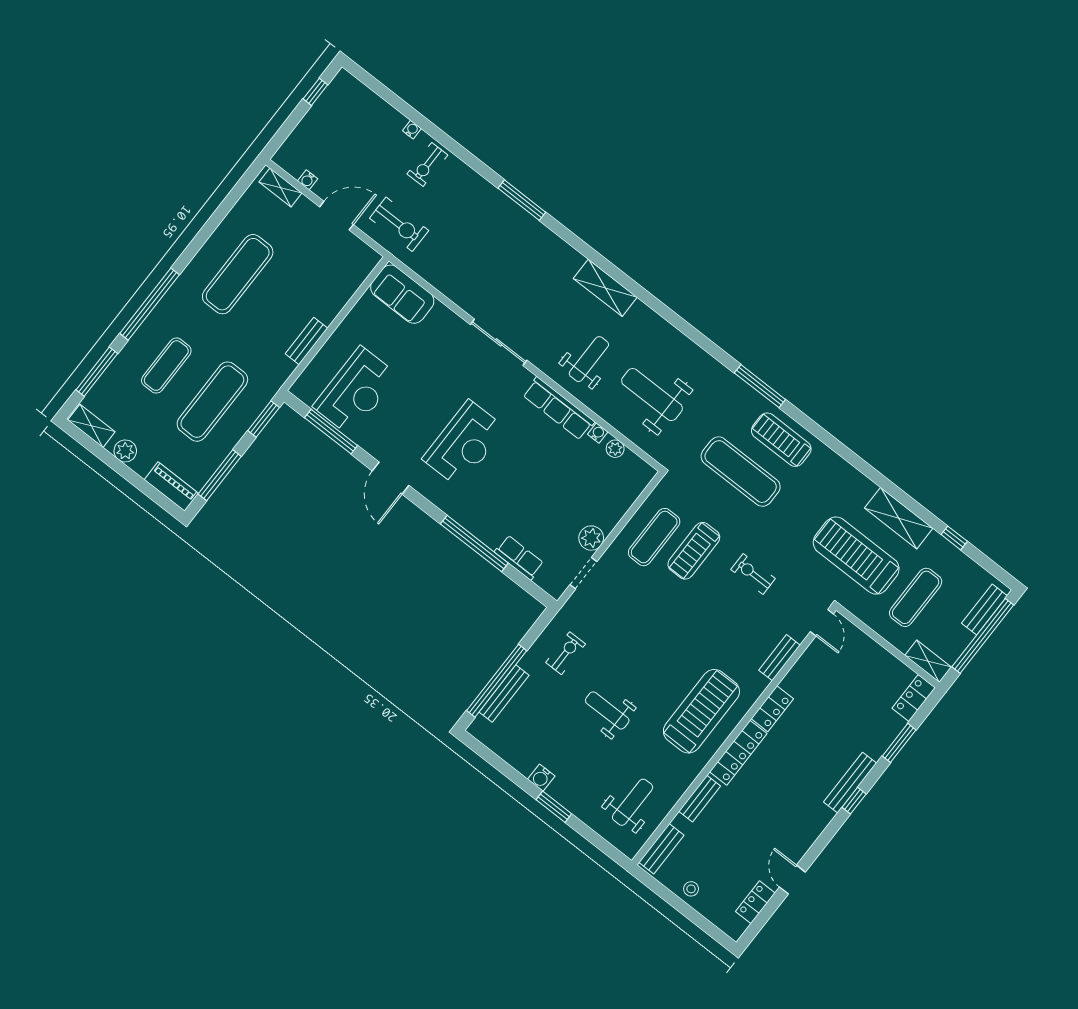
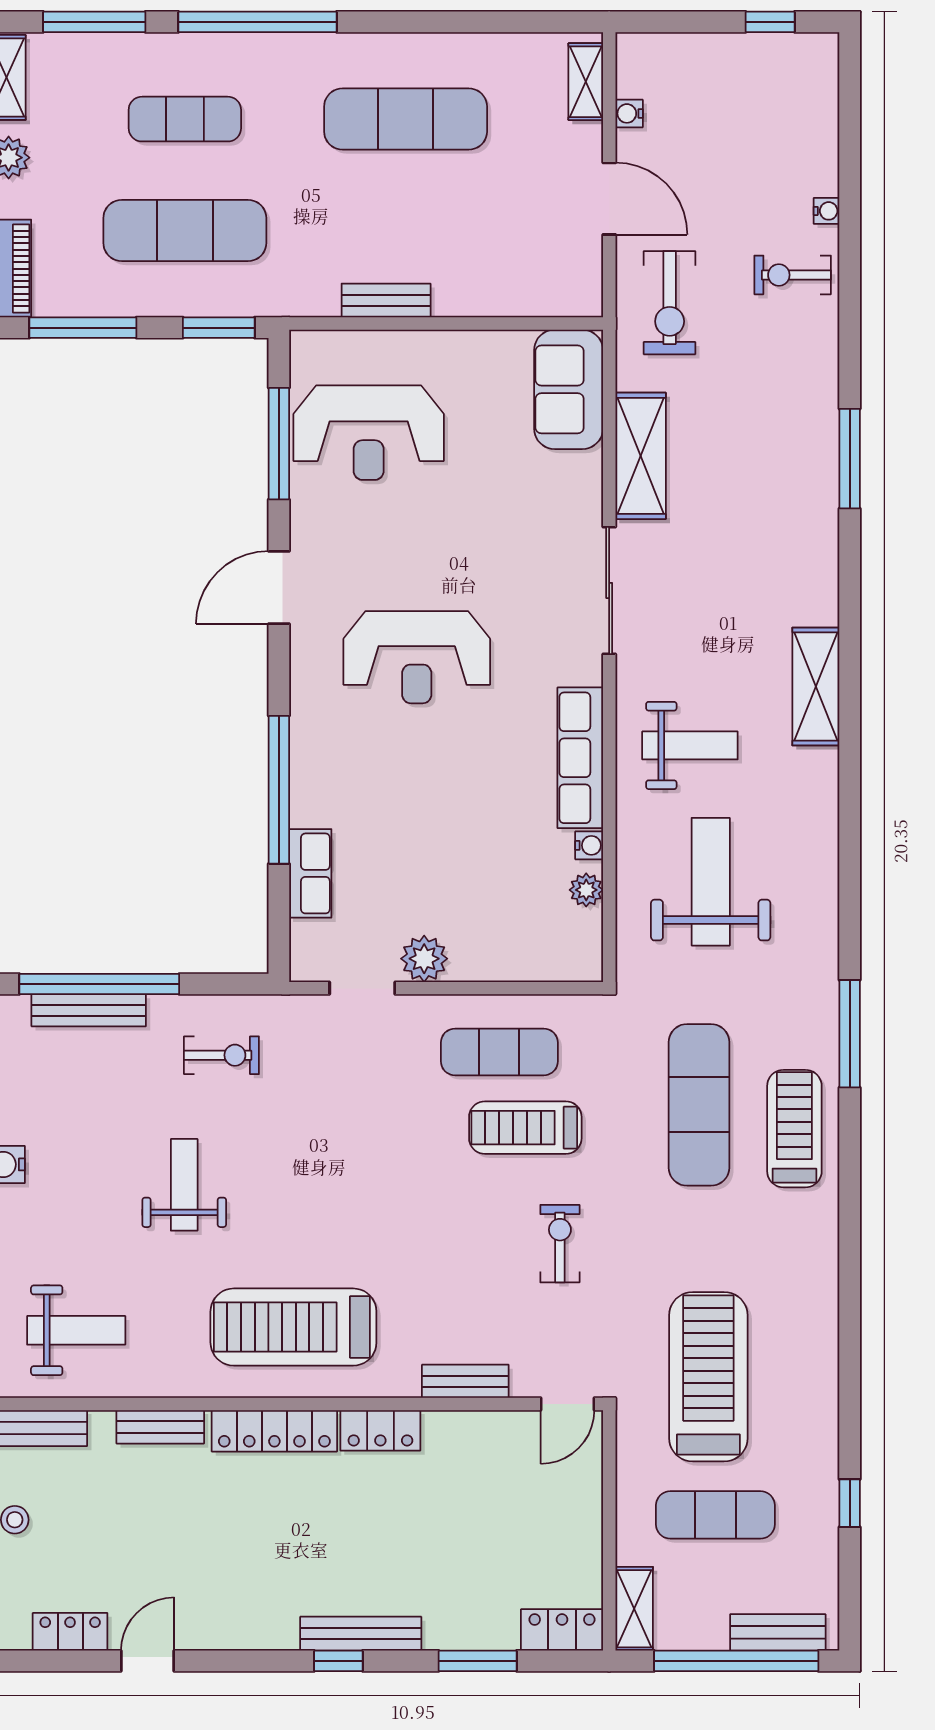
shelving: (899, 518) -> (641, 456), moved
treadmill: (701, 711) -> (293, 1327), turned 180

